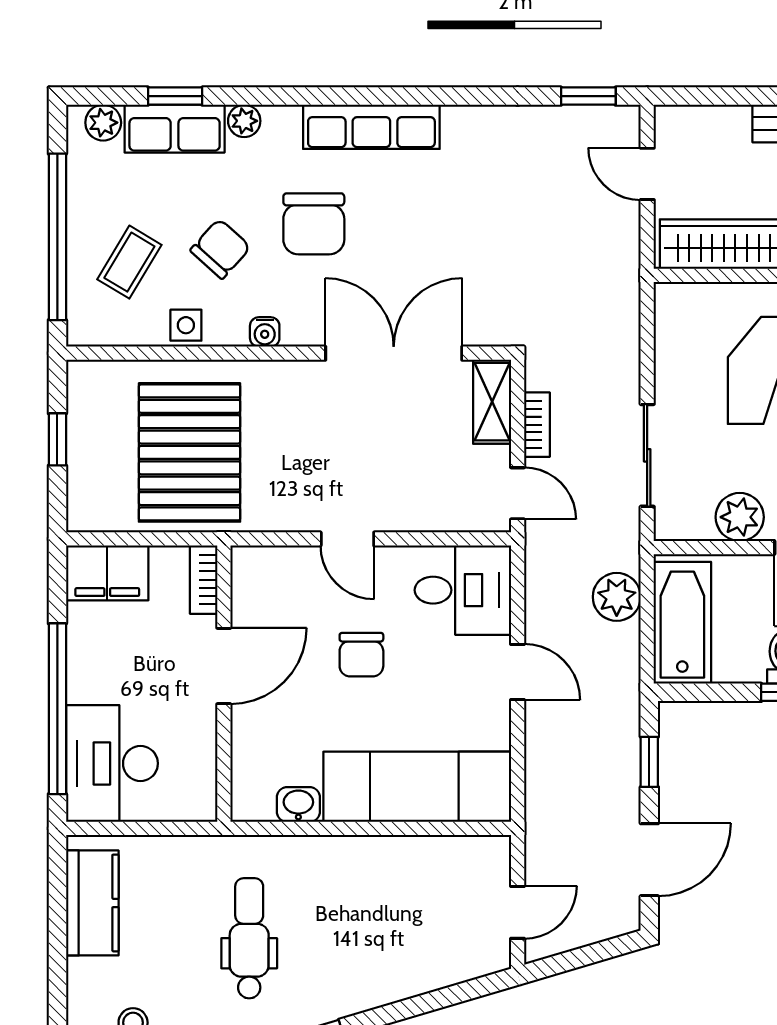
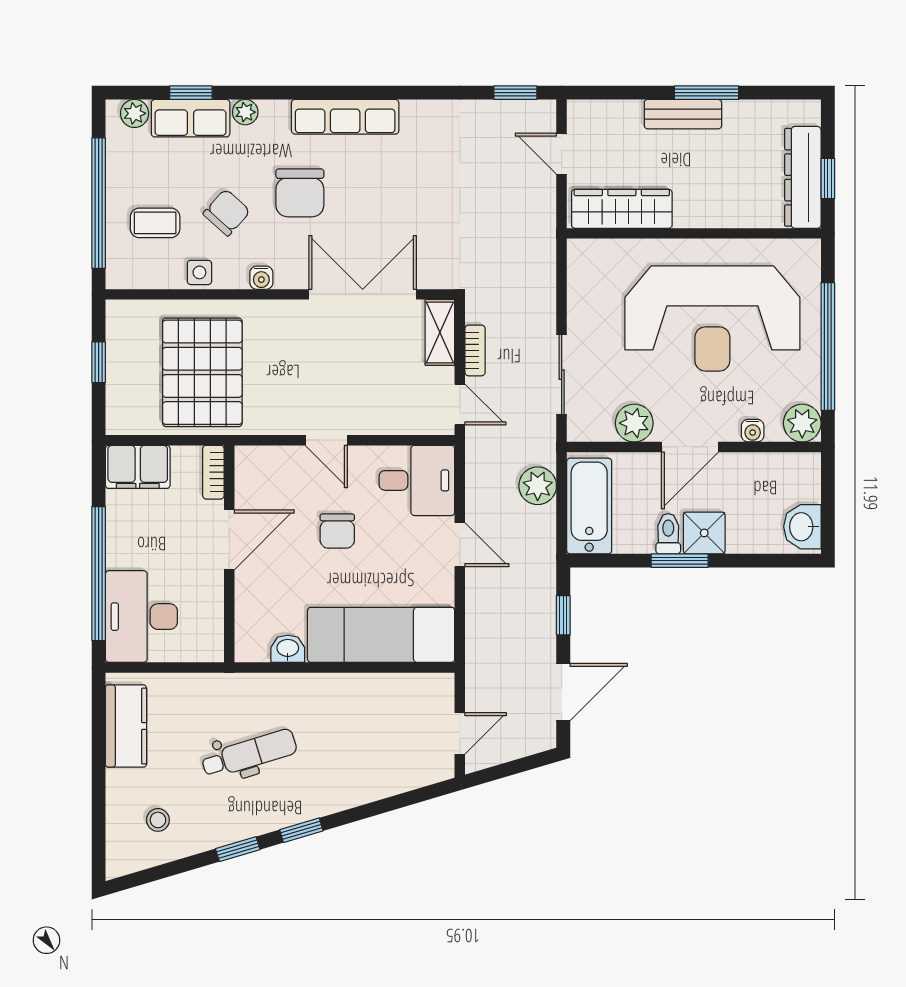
coffee table: (129, 262) -> (155, 223), turned 59
dental chair: (249, 938) -> (249, 754), turned 73

